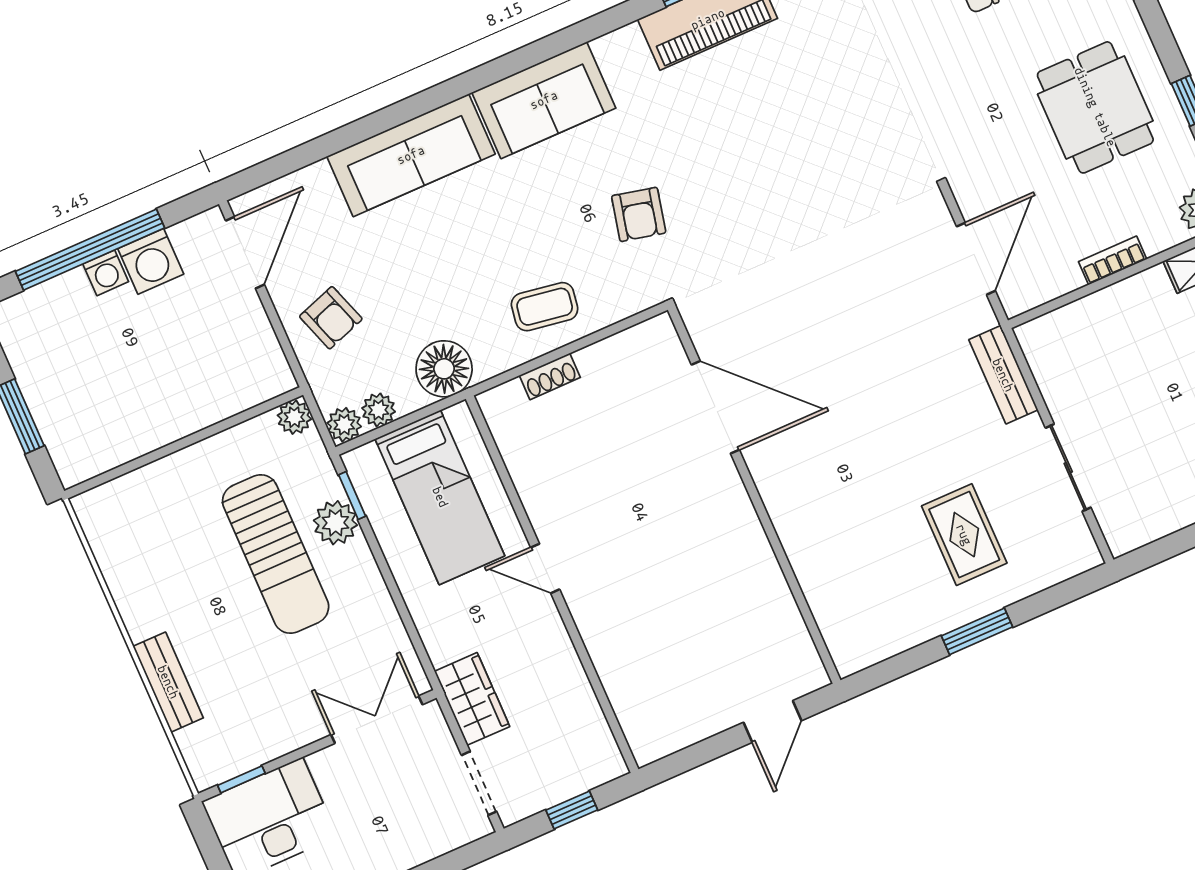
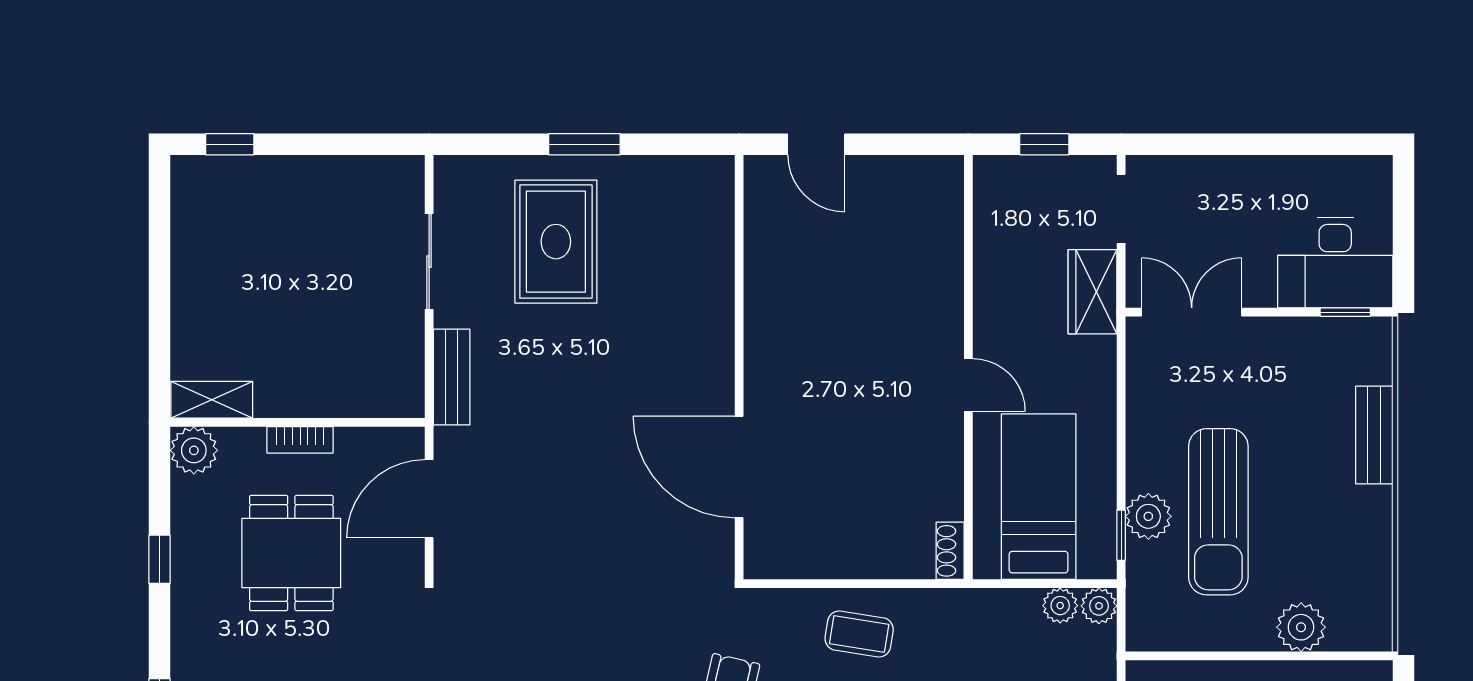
dining table: (1095, 107) -> (291, 553), moved
floor lamp: (444, 369) -> (981, 617), removed
shoe rack: (550, 376) -> (950, 551), moved, turned -90
plant: (294, 417) -> (1301, 627), moved, width x1.38, depth x1.38
rug: (964, 535) -> (556, 242), width x1.36, depth x1.43
sun lounger: (276, 554) -> (1218, 512), turned 180
double door: (377, 720) -> (1192, 312), swing flipped
door: (773, 721) -> (816, 144), swing flipped

